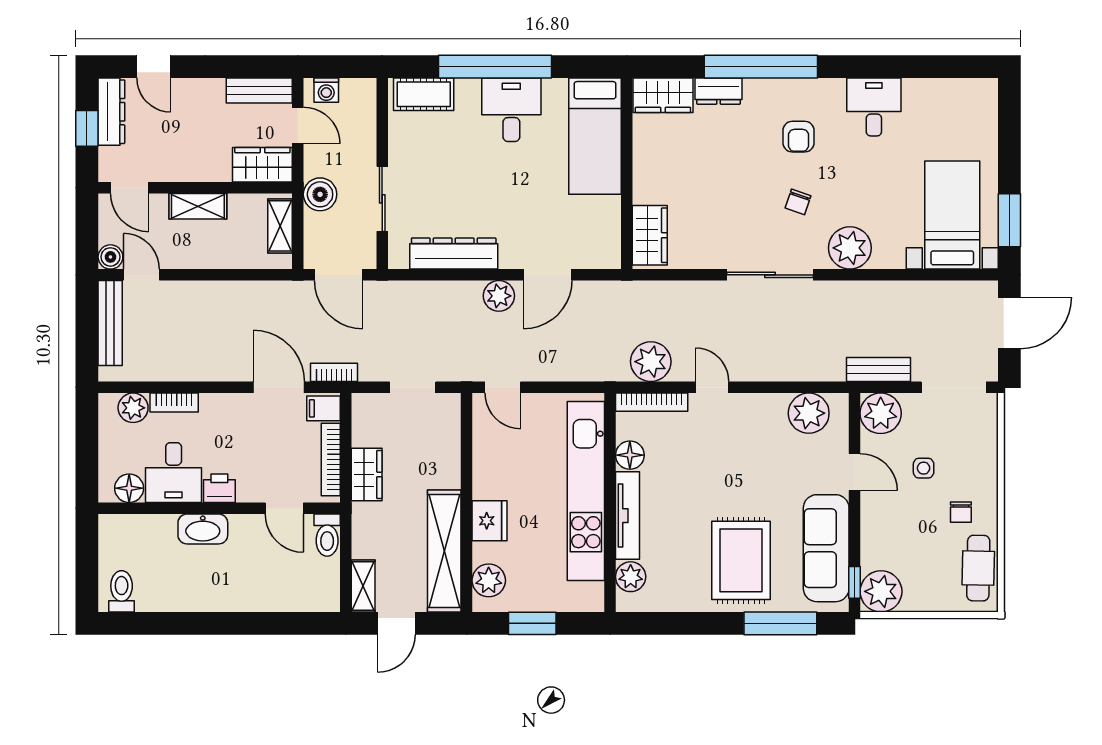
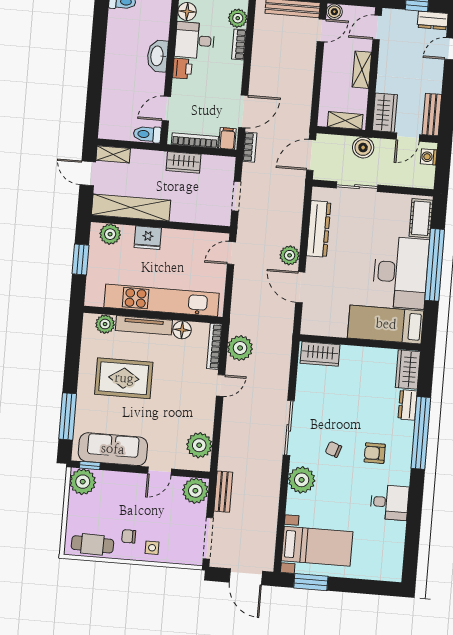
desk: (511, 110) -> (401, 272), width x1.87, depth x1.30
dresser: (111, 112) -> (433, 20), width x0.70
side table: (924, 468) -> (152, 548), moved
rug: (741, 560) -> (124, 378), moved

